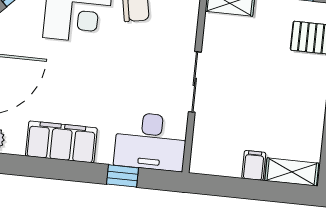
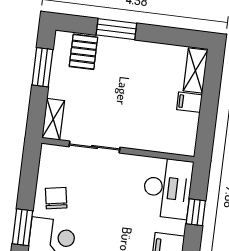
sliding door: (195, 82) -> (95, 147), moved

